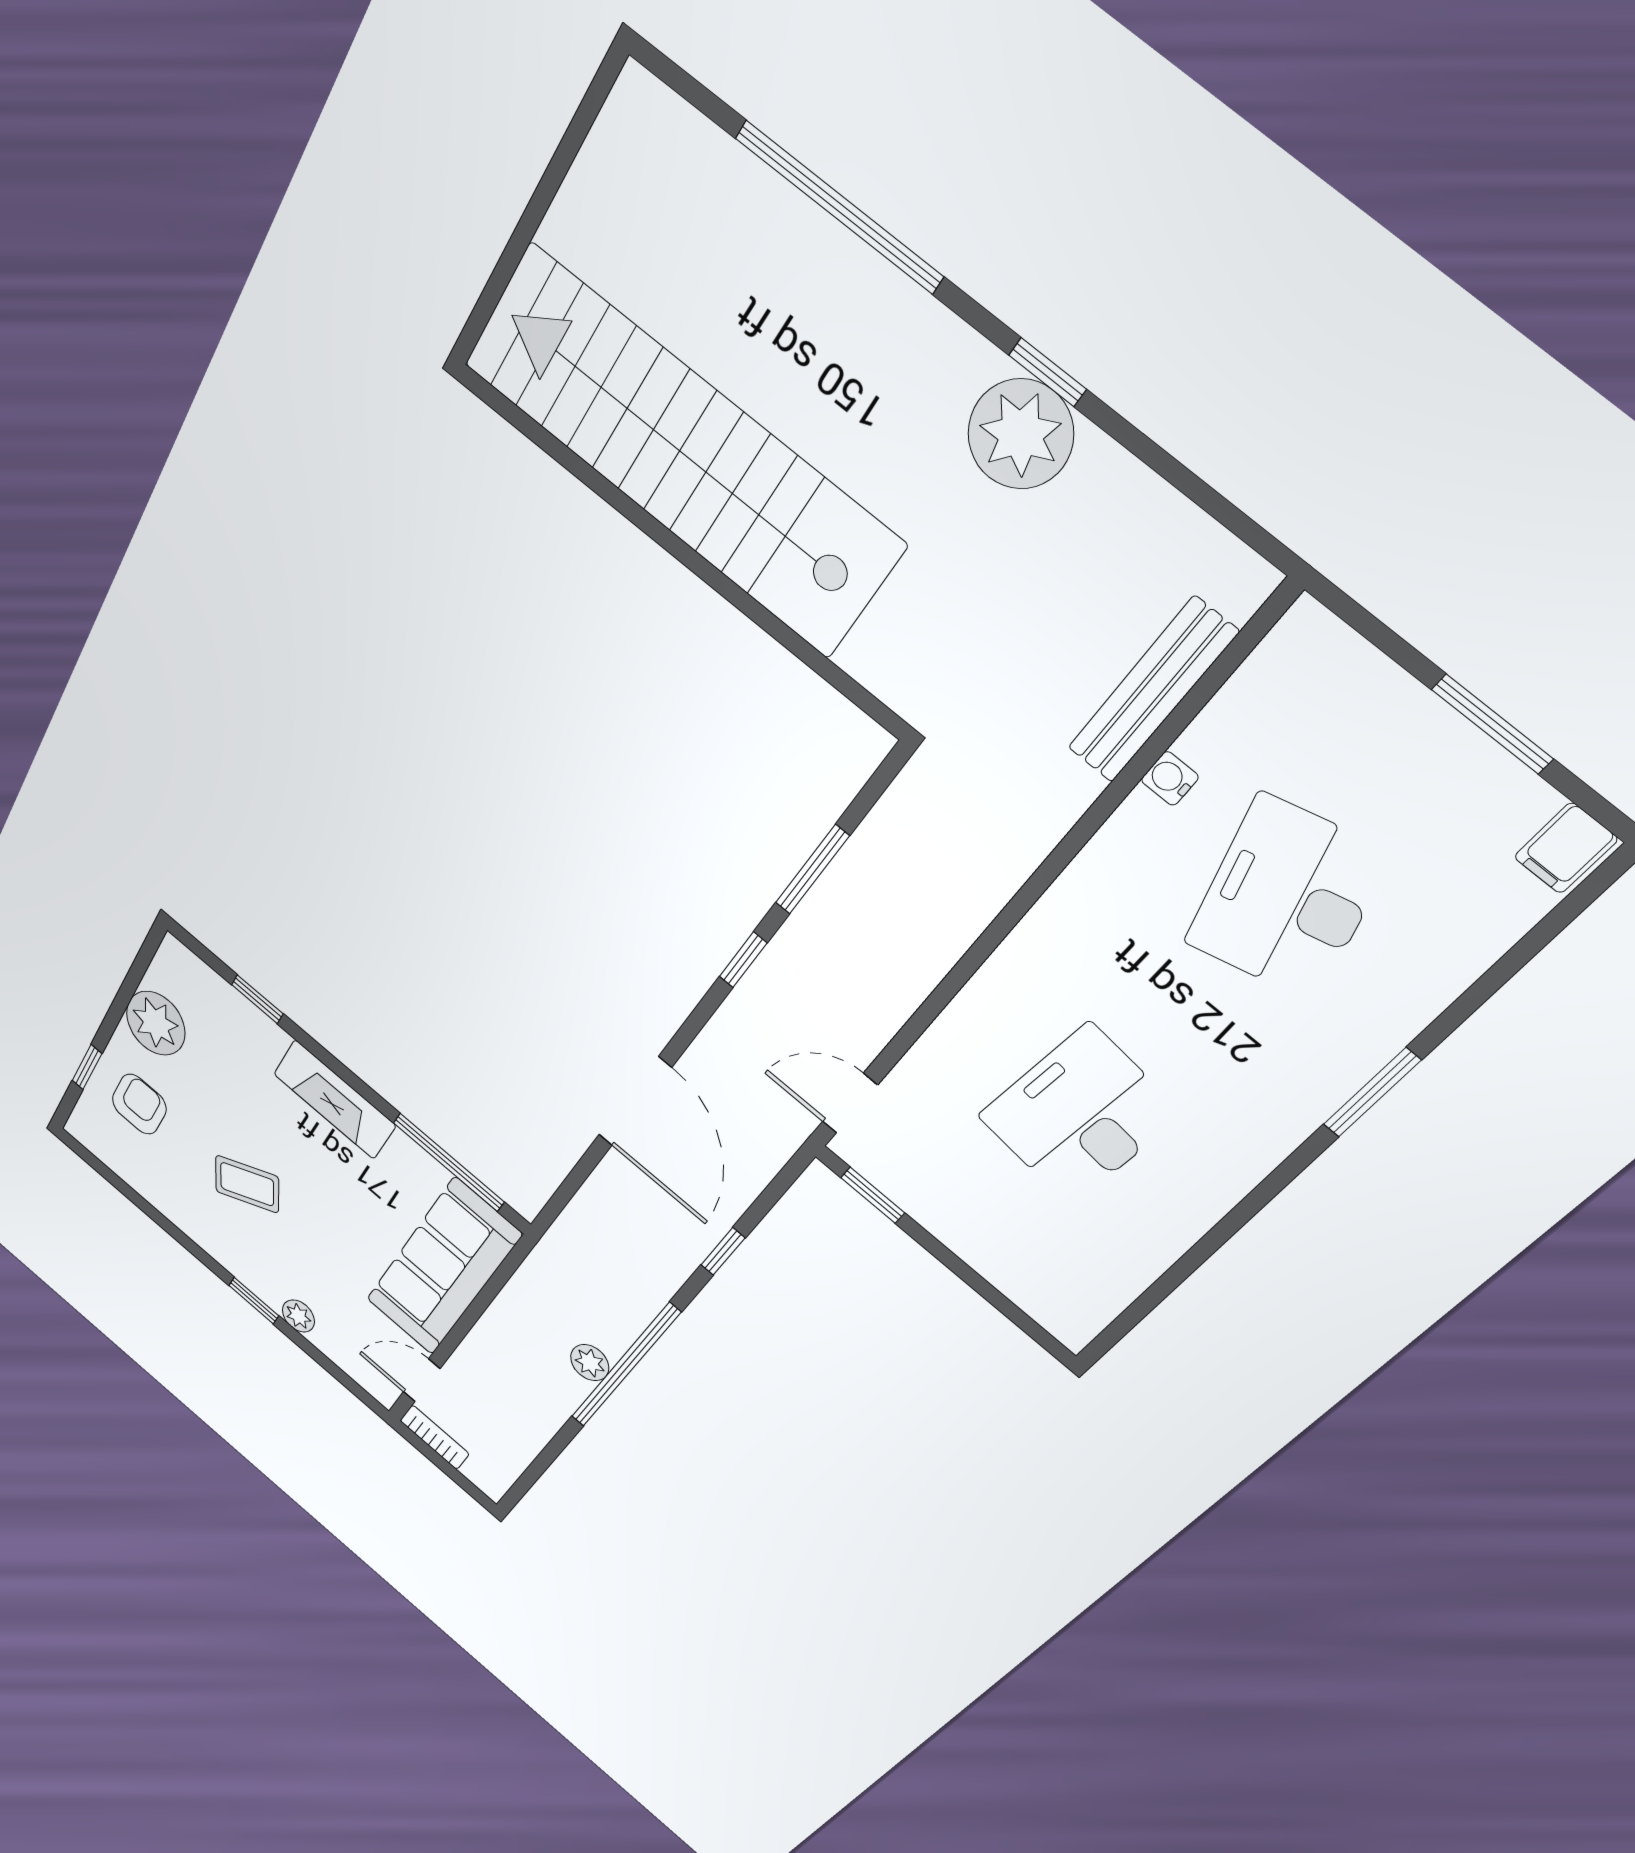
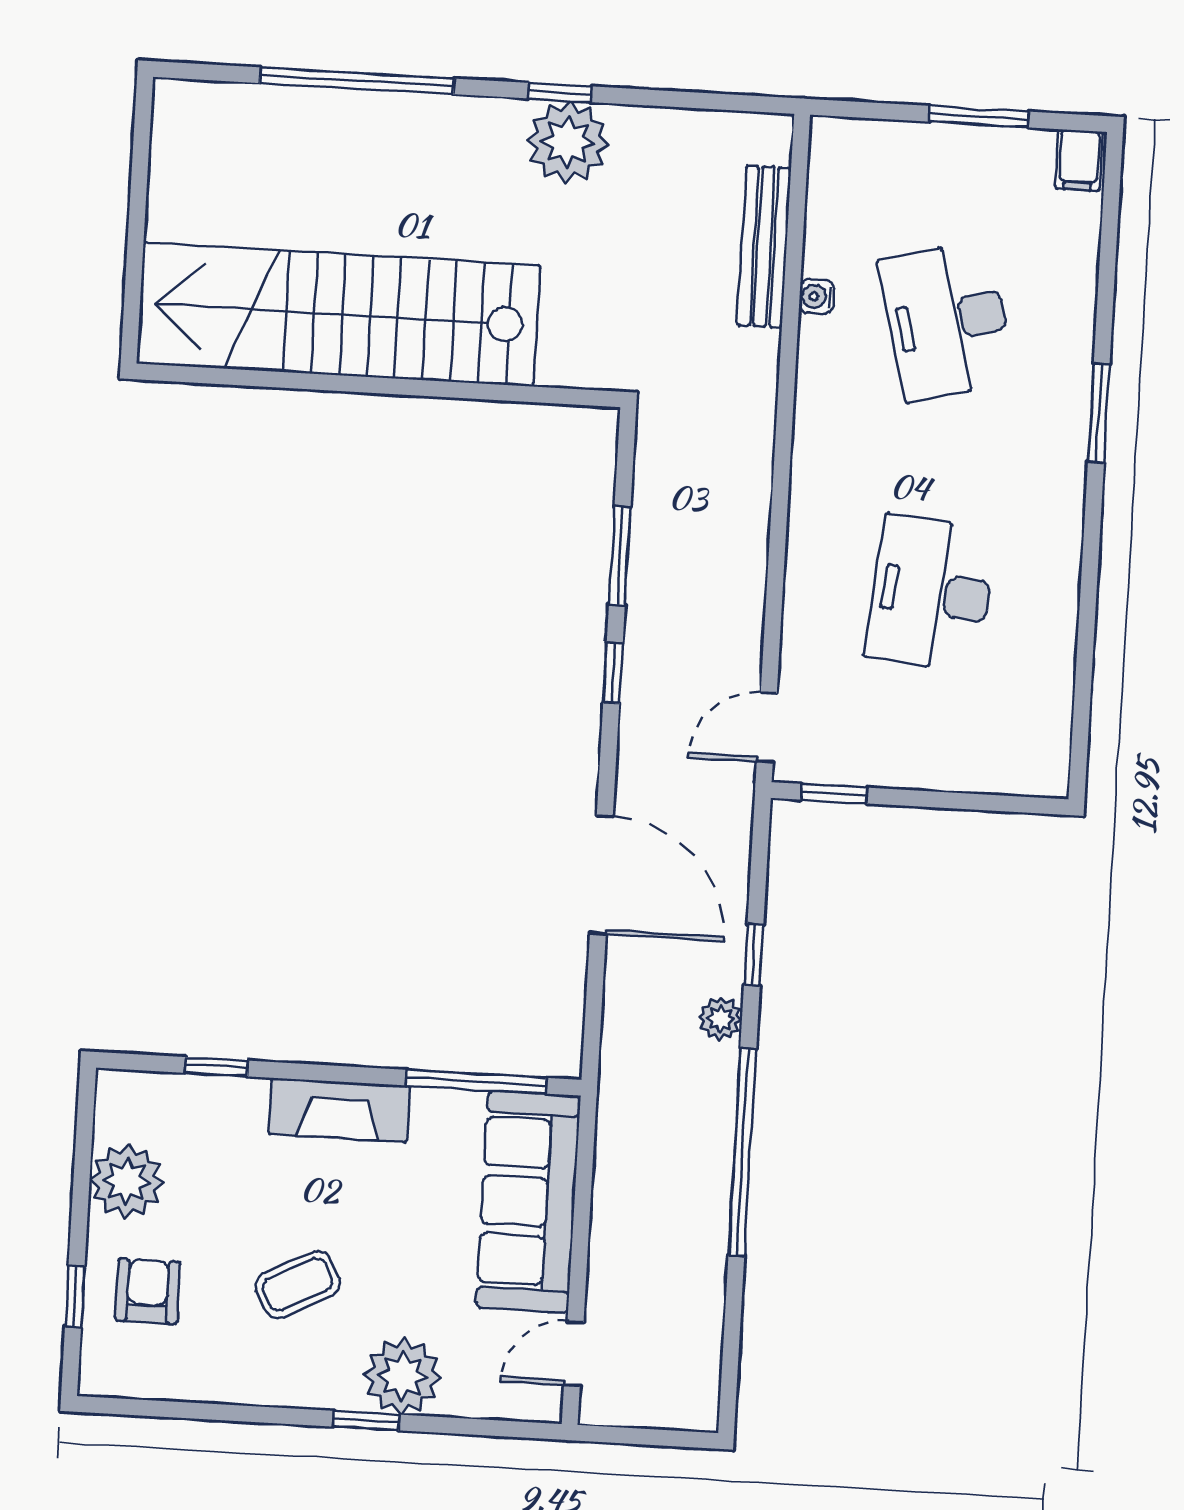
plant: (298, 1316) -> (402, 1376), width x1.87, depth x1.87
plant: (590, 1363) -> (720, 1019), moved
bookcase: (435, 1437) -> (620, 1411), removed

